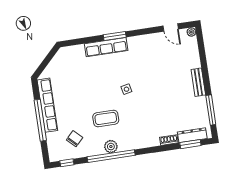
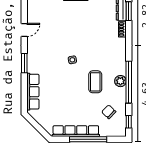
door: (171, 28) -> (24, 30), moved
row of seats: (106, 47) -> (33, 92), moved

